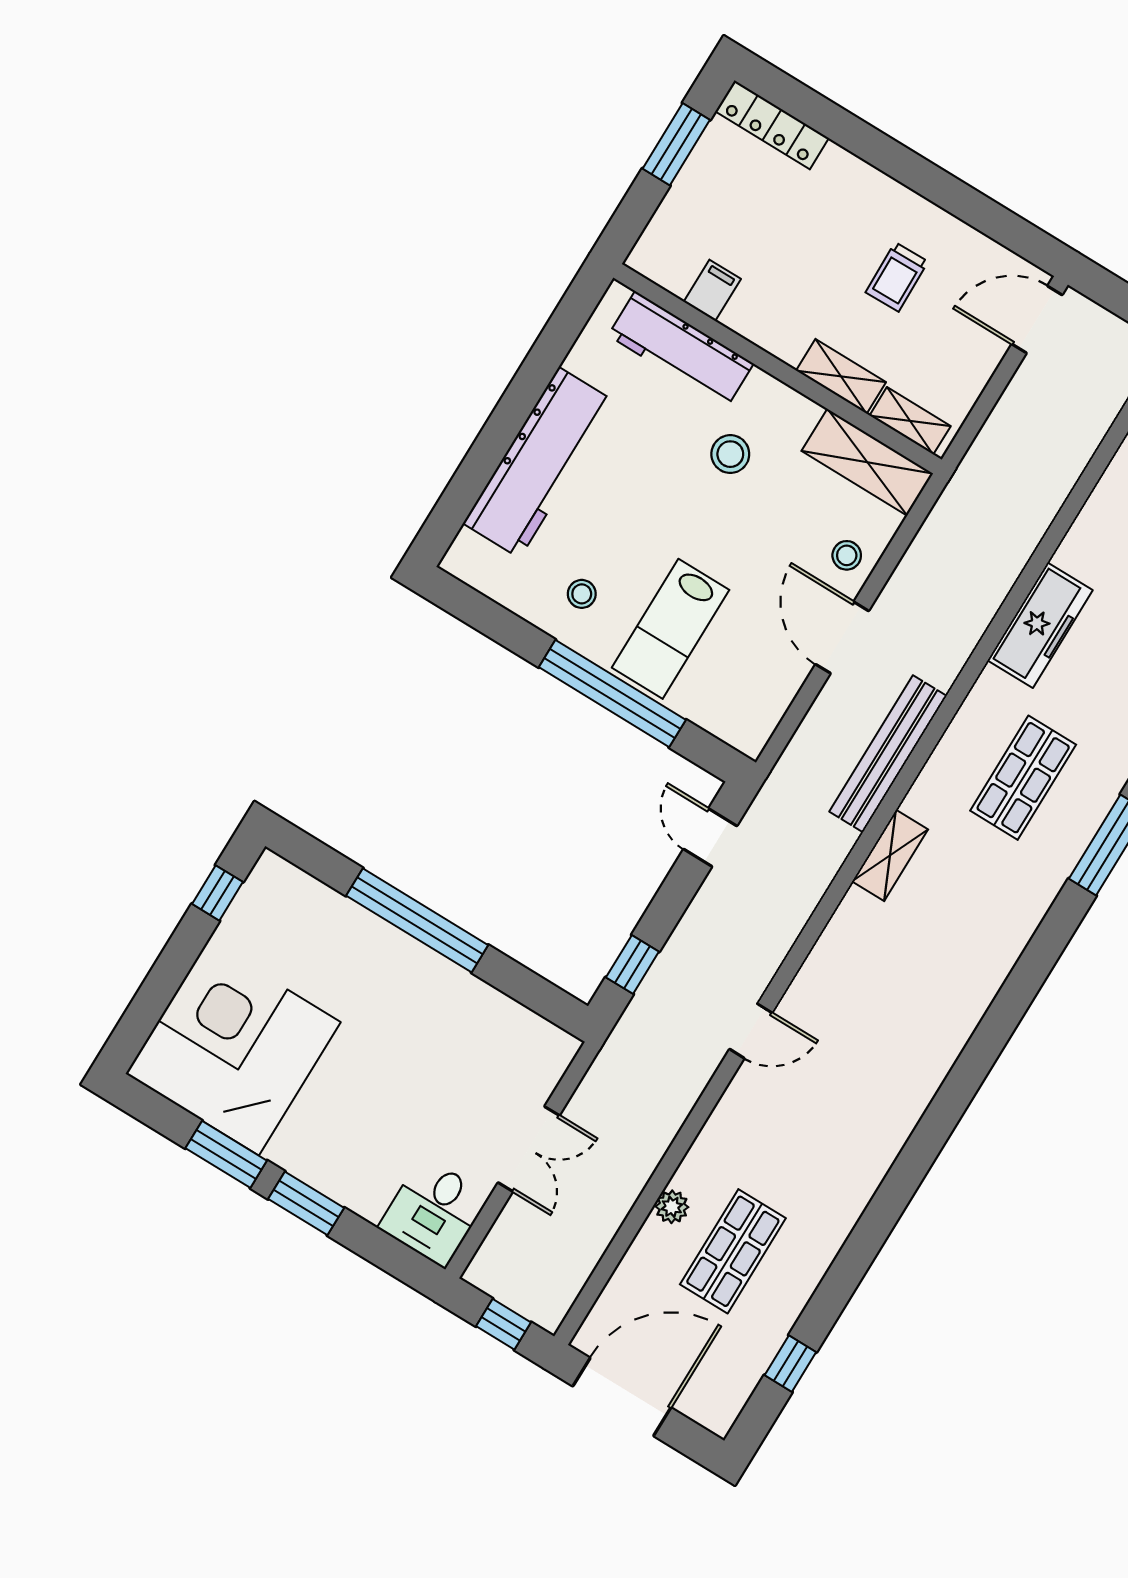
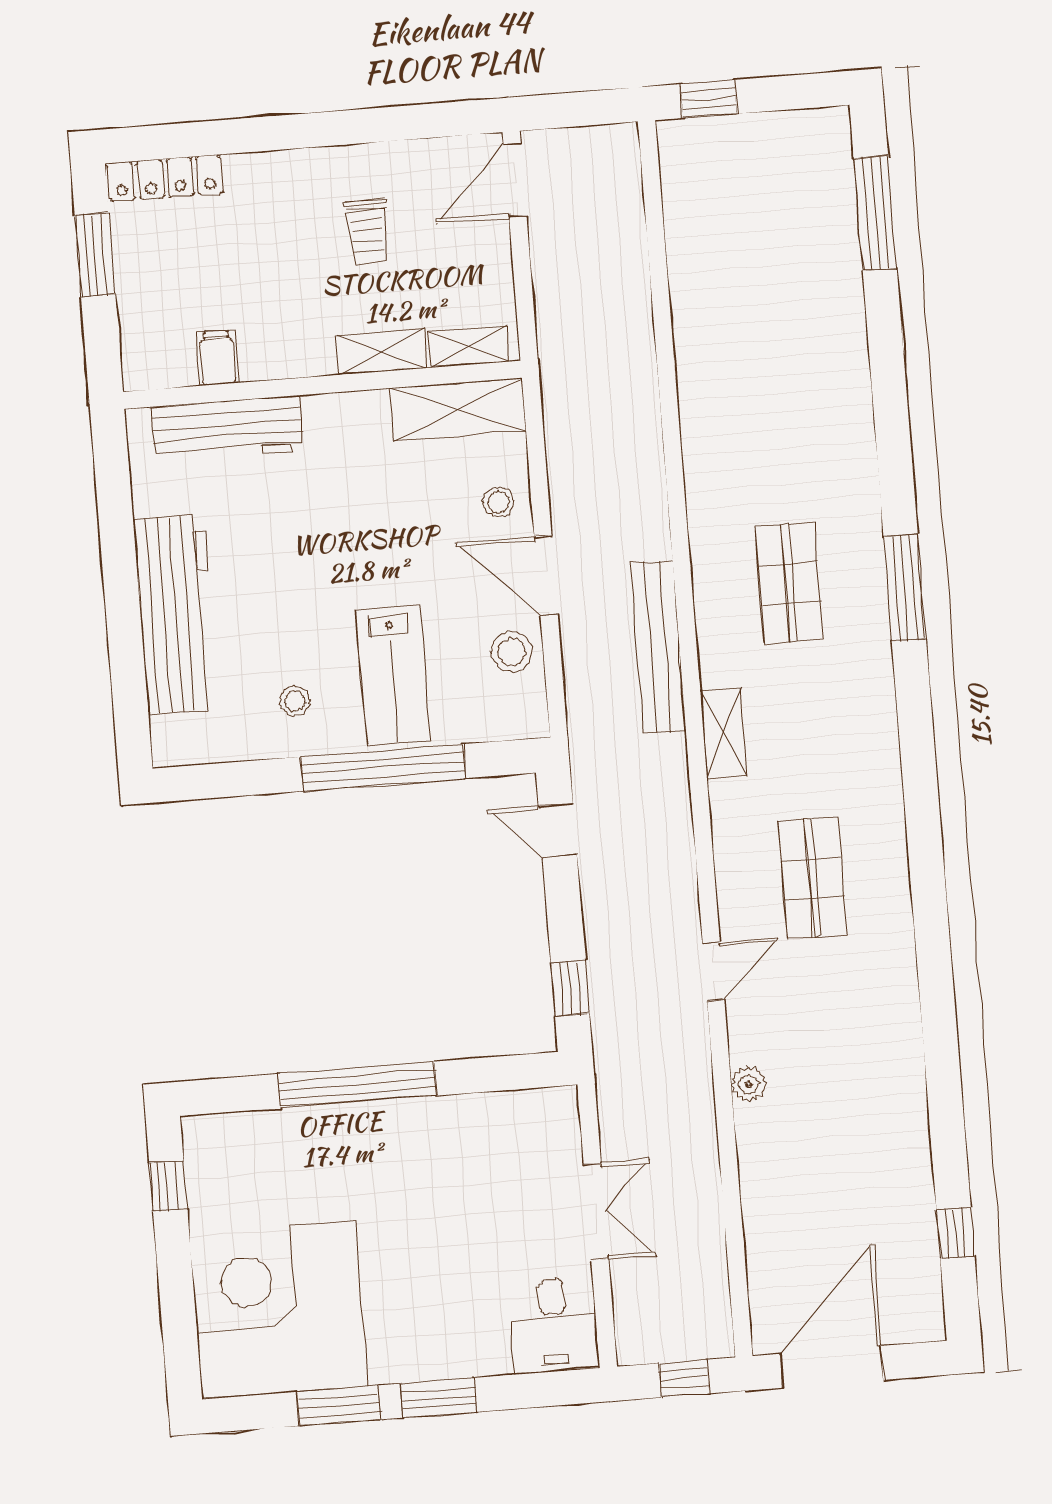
stool: (730, 454) -> (512, 652), moved
freezer: (1040, 625) -> (709, 441), removed
plant: (672, 1207) -> (749, 1084), moved
shop shelf: (733, 1251) -> (813, 878), moved

